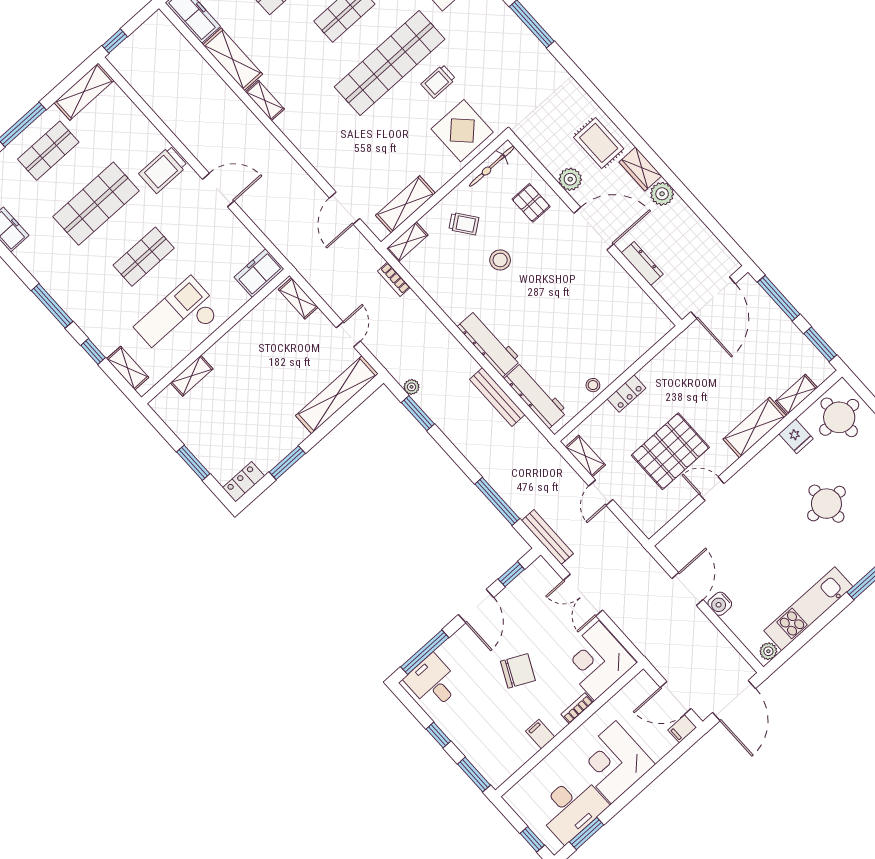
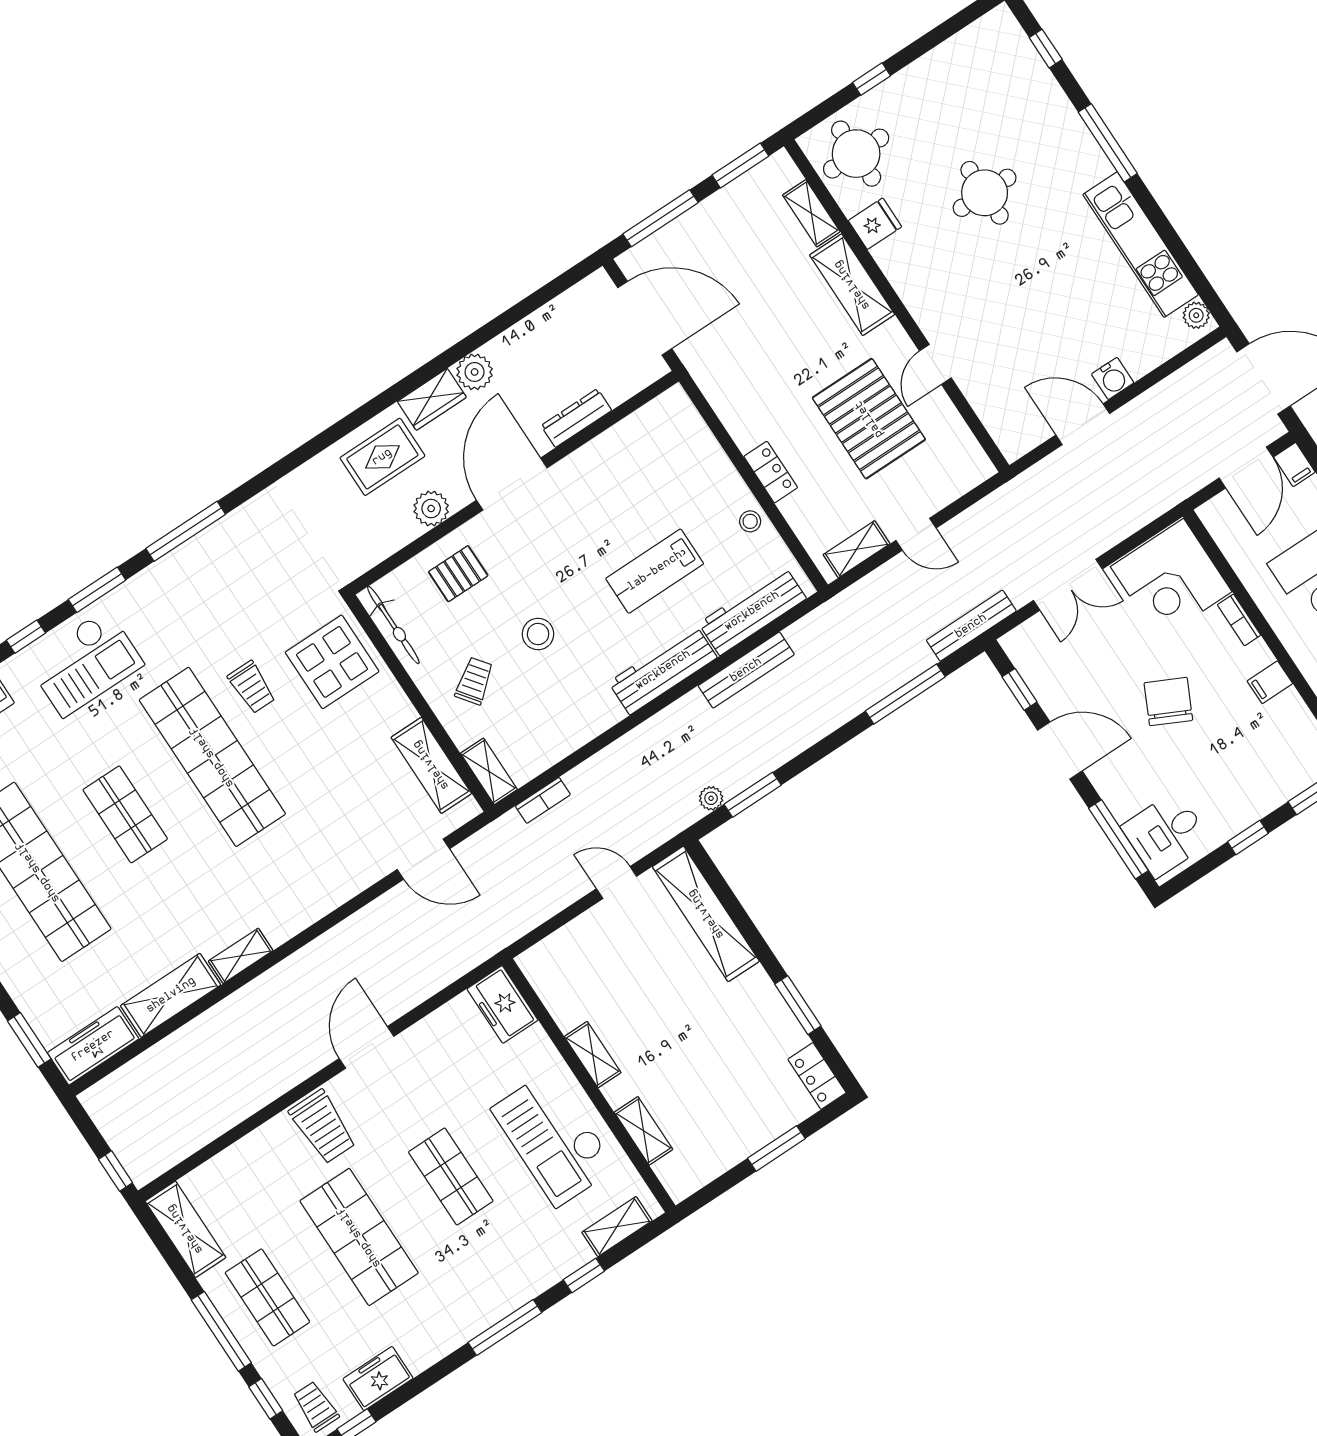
shelving: (298, 298) -> (593, 1055), moved, turned 90
lab bench: (552, 329) -> (655, 571), added

